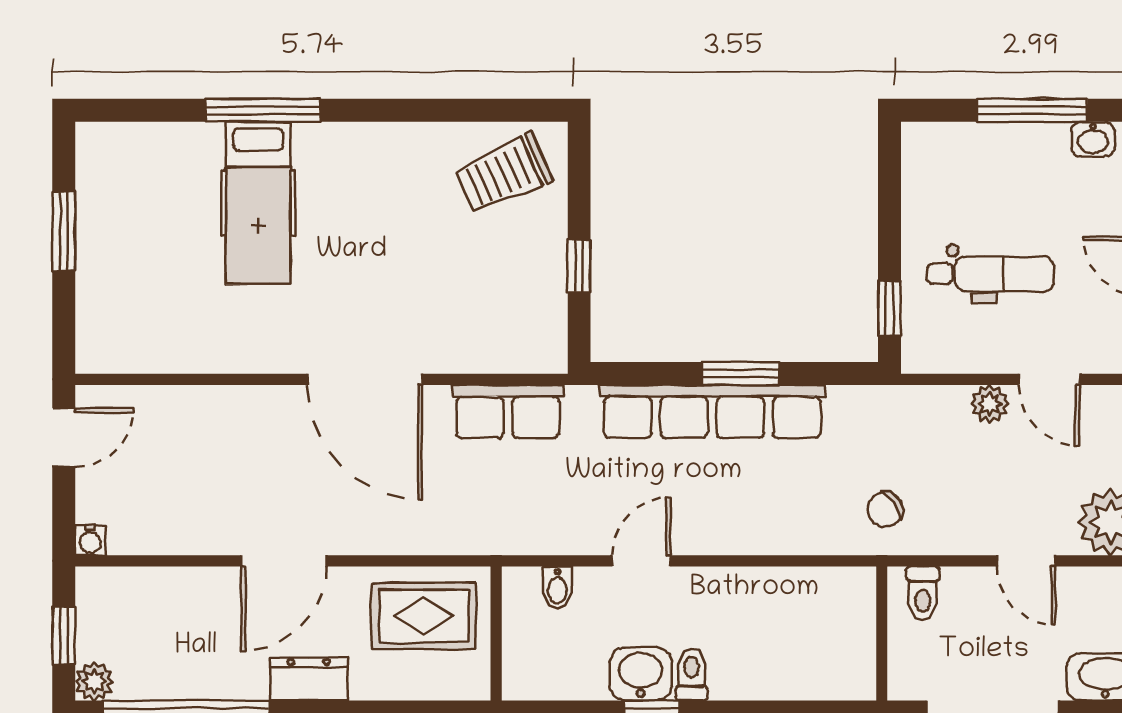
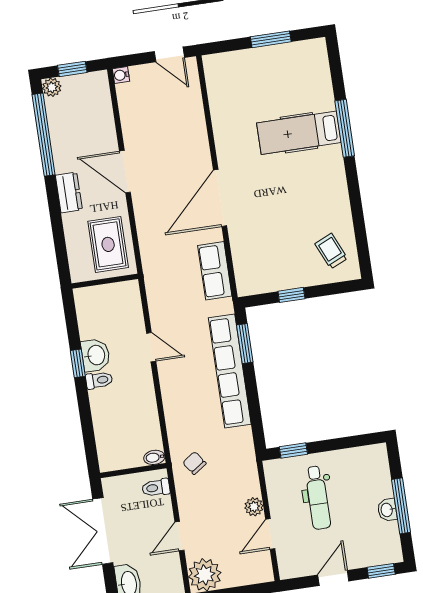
washbasin: (1093, 139) -> (387, 510), moved
trolley: (503, 174) -> (331, 251), width x0.73, depth x0.72
window: (740, 373) -> (245, 344), moved
bidet: (557, 587) -> (154, 457), moved

